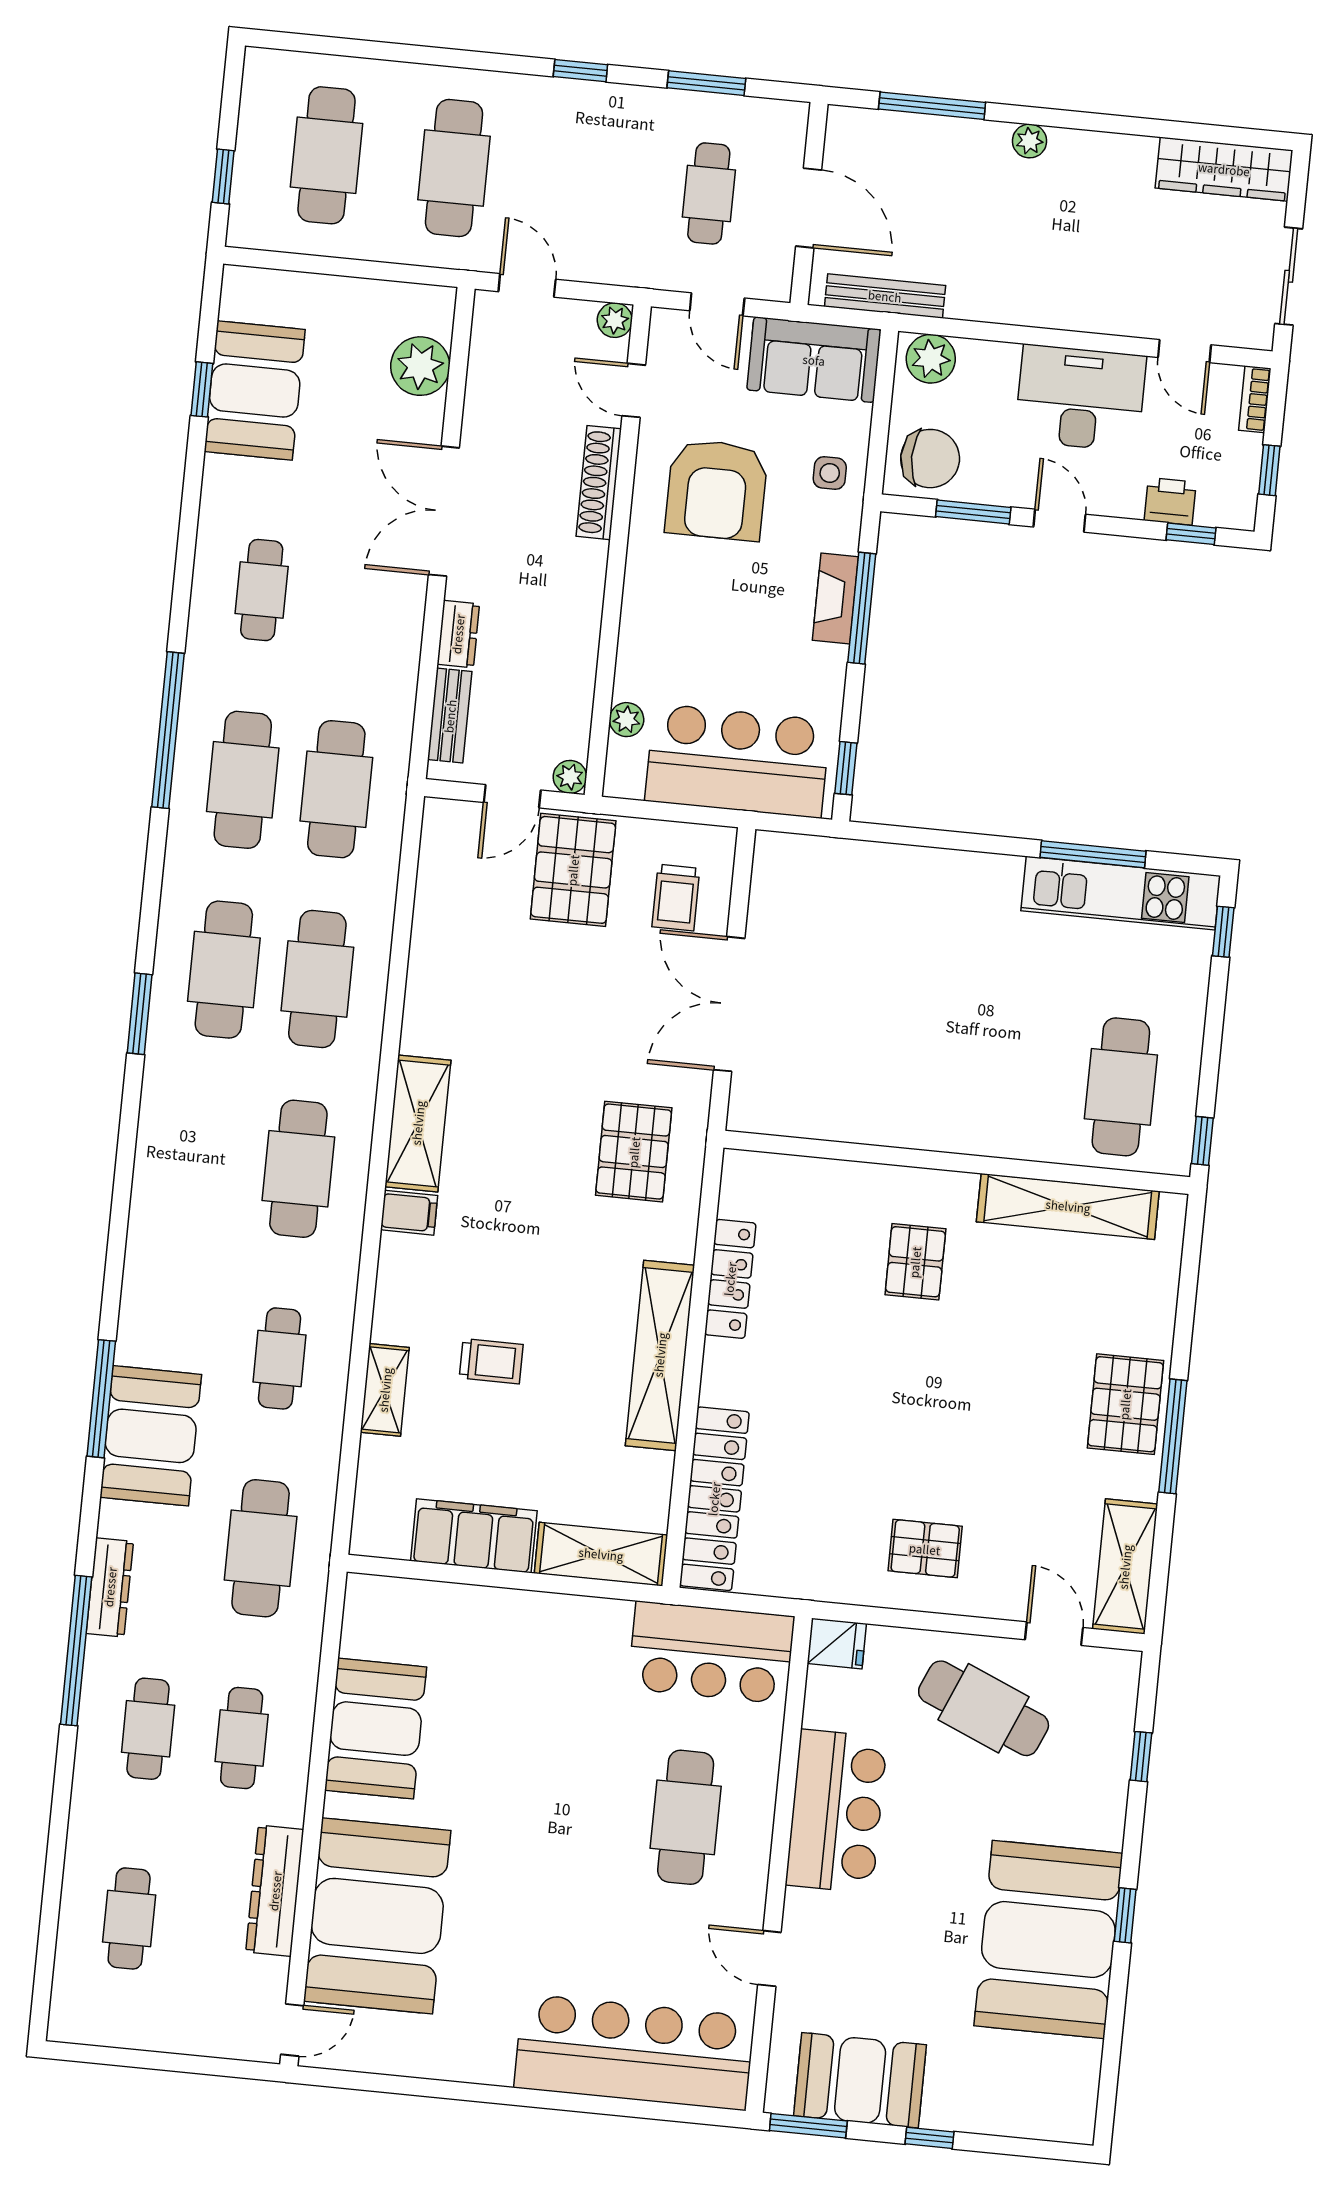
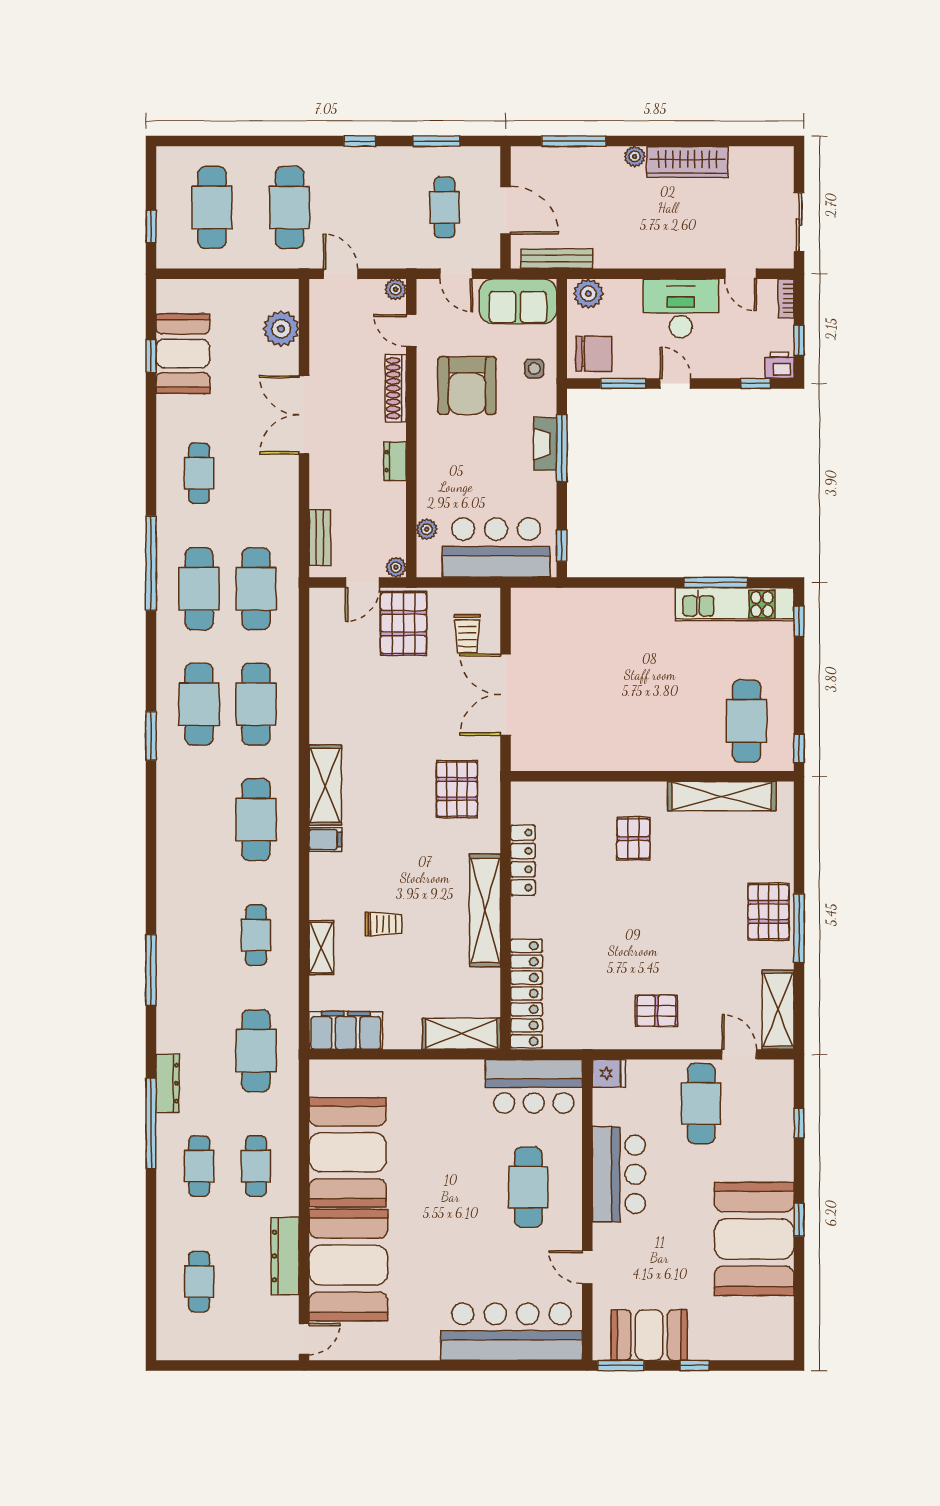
wardrobe: (1224, 169) -> (687, 162), moved
printer: (1170, 501) -> (779, 365), moved
dresser: (458, 634) -> (395, 461), moved, turned 180
booth: (151, 1436) -> (183, 989), removed
filing cabinet: (474, 1536) -> (346, 1030), moved
cafe table: (984, 1708) -> (701, 1104), turned 67
booth: (376, 1729) -> (348, 1152), width x1.36, depth x1.42

